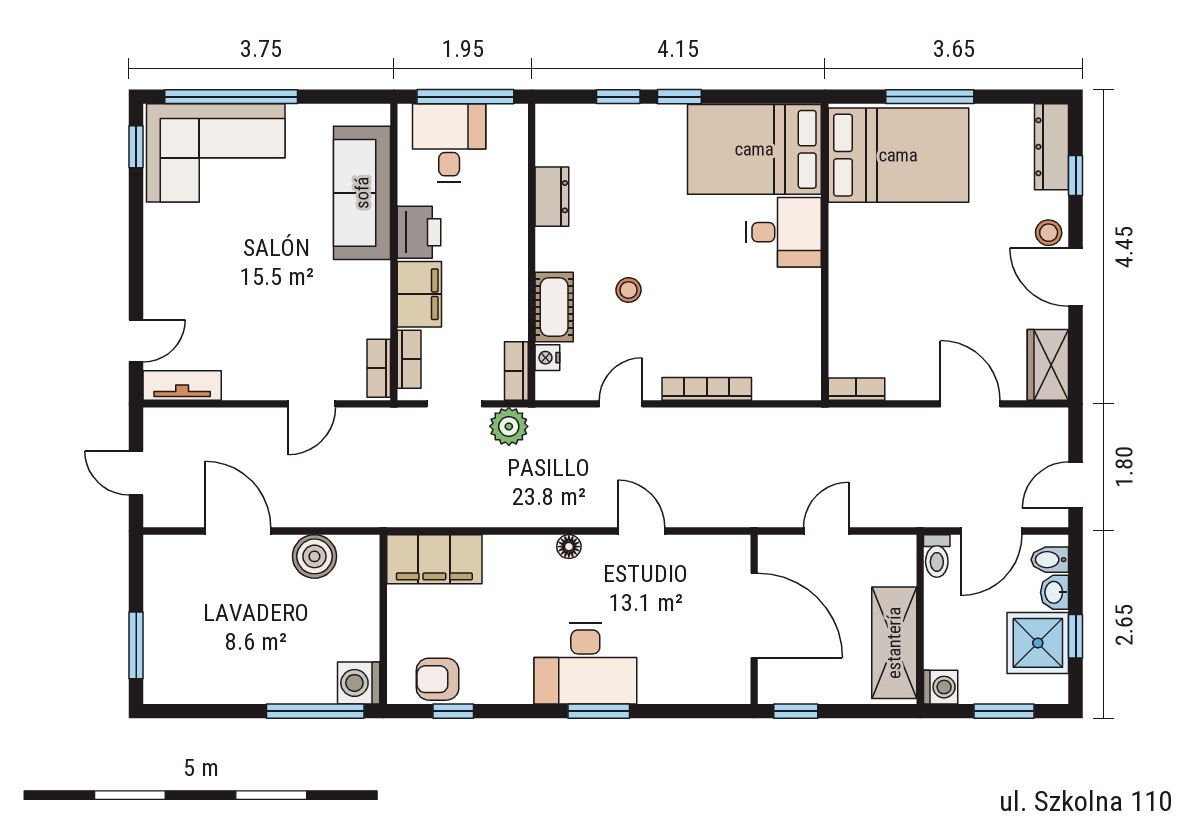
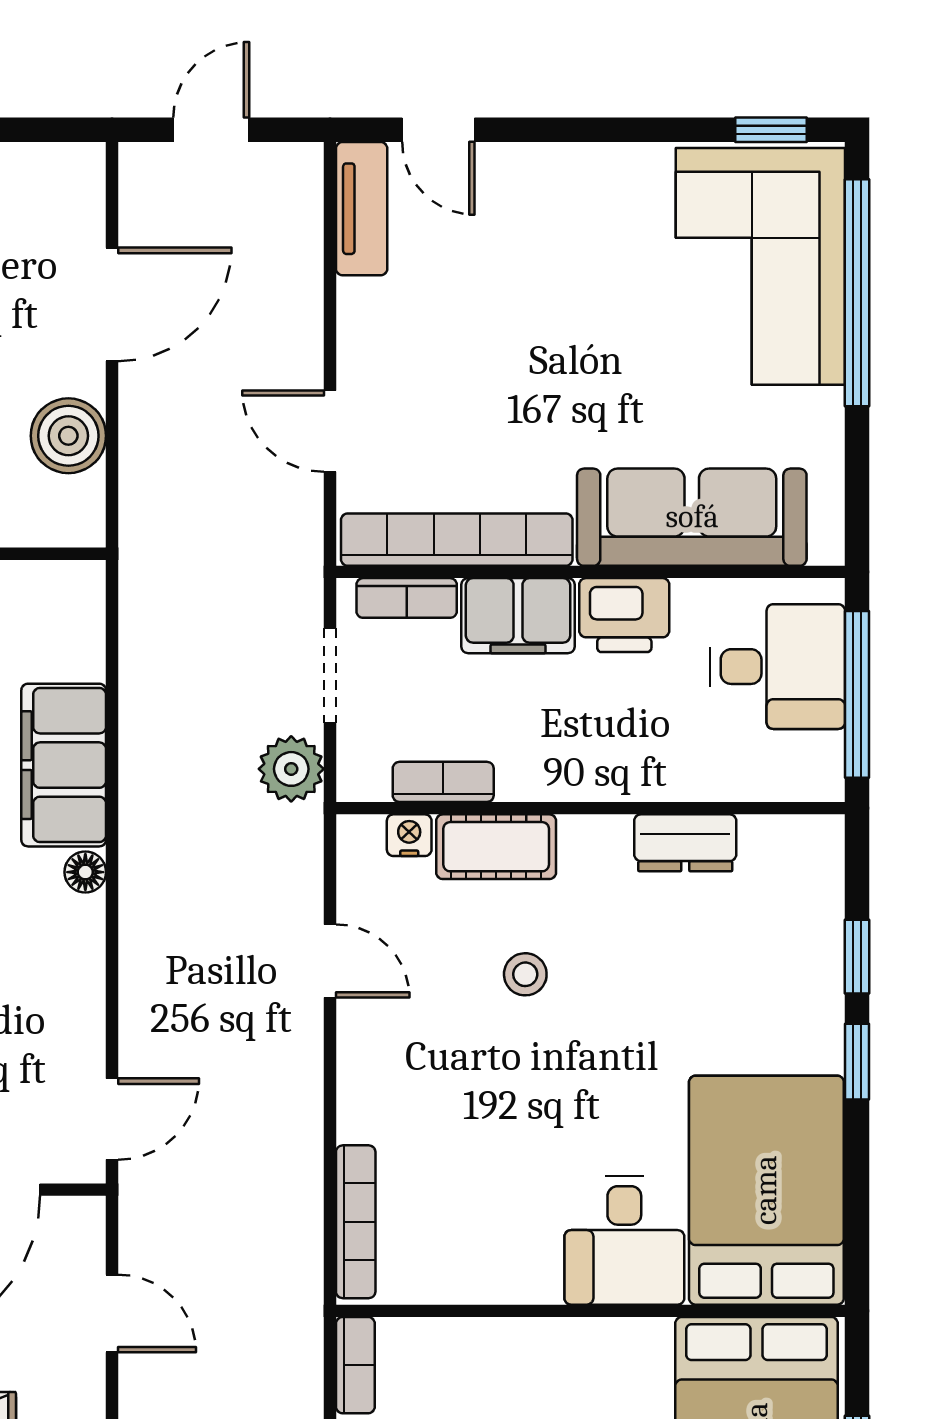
bookcase: (379, 368) -> (457, 540), width x2.31, depth x1.31
bookcase: (516, 371) -> (443, 782), moved
bookcase: (707, 389) -> (356, 1222), moved
door: (641, 531) -> (112, 1119), moved
filing cabinet: (434, 559) -> (64, 765), moved

